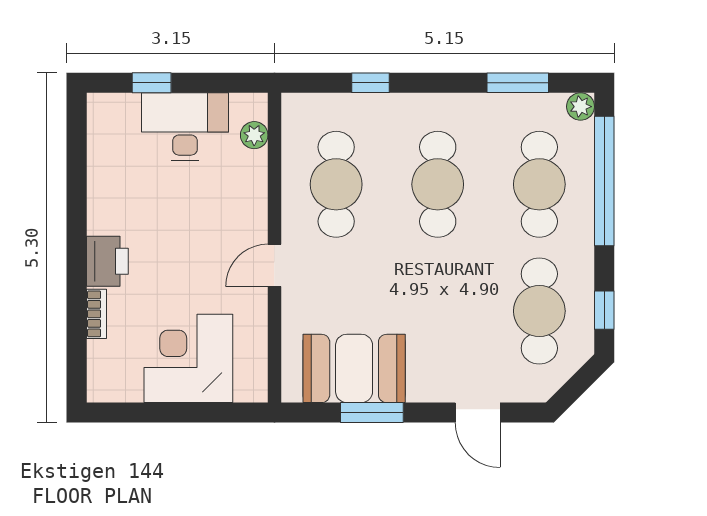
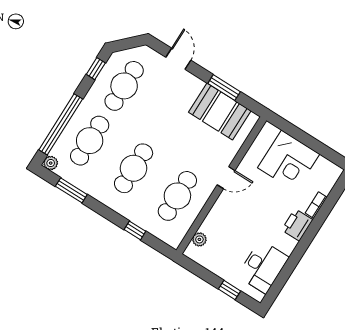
desk: (185, 127) -> (263, 267), moved, turned -90

